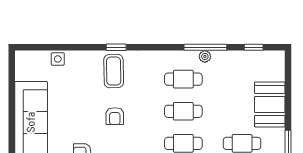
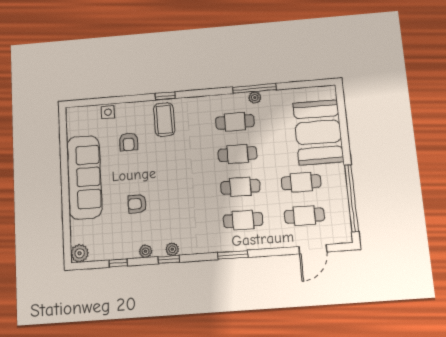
window: (254, 47) -> (303, 84), removed
booth: (270, 104) -> (318, 132), width x1.36, depth x1.42
armchair: (115, 116) -> (129, 142), moved

